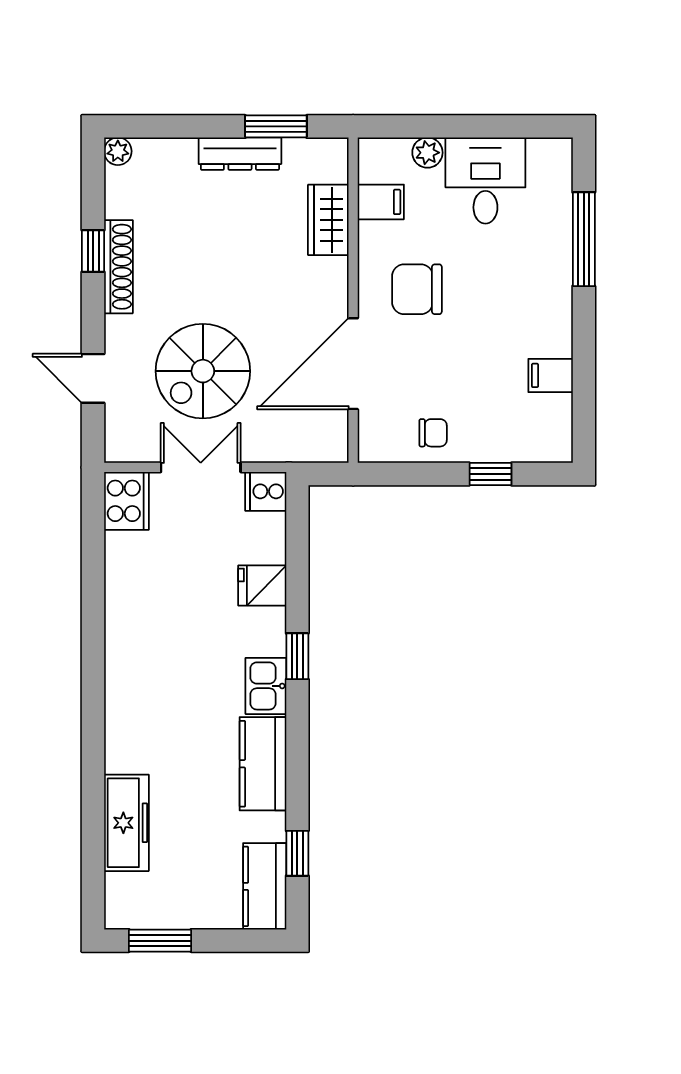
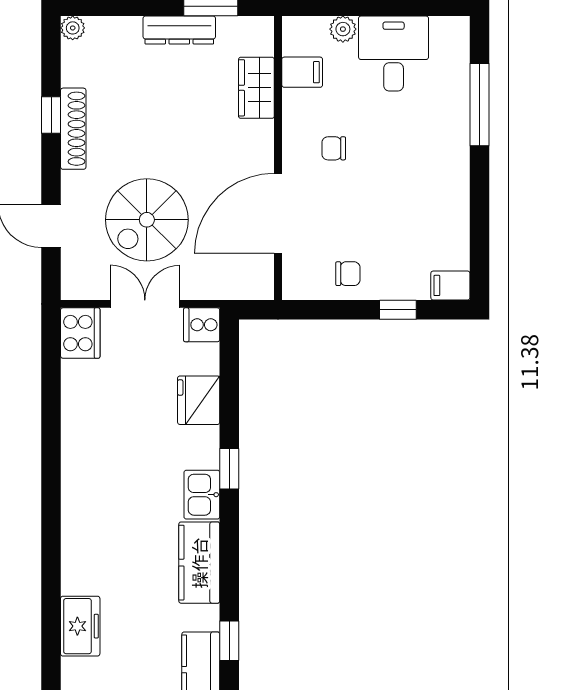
chair: (417, 289) -> (334, 148), width x0.54, depth x0.54
filing cabinet: (551, 375) -> (450, 285), moved
fridge: (262, 585) -> (199, 400), width x1.38
freezer: (126, 823) -> (80, 626), width x0.71

